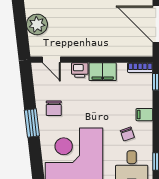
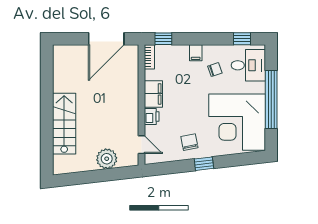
door: (51, 60) -> (142, 145), hinge flipped
chair: (54, 108) -> (189, 142), turned -101
window: (32, 123) -> (204, 164), width x0.67

